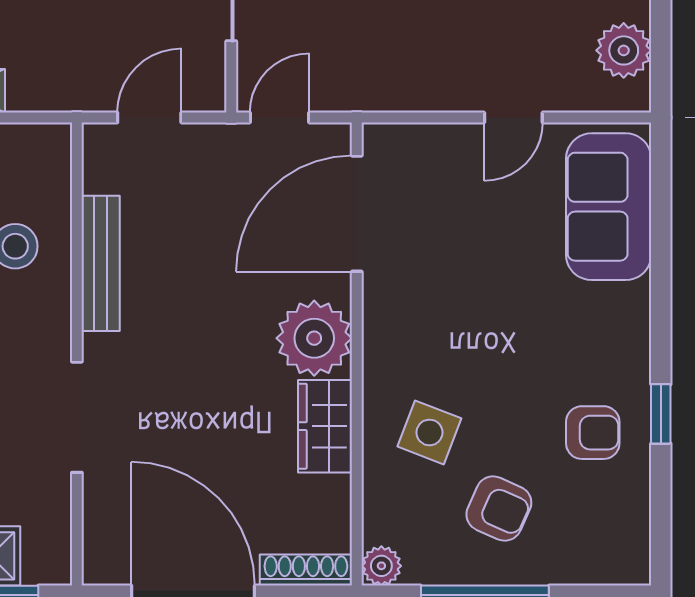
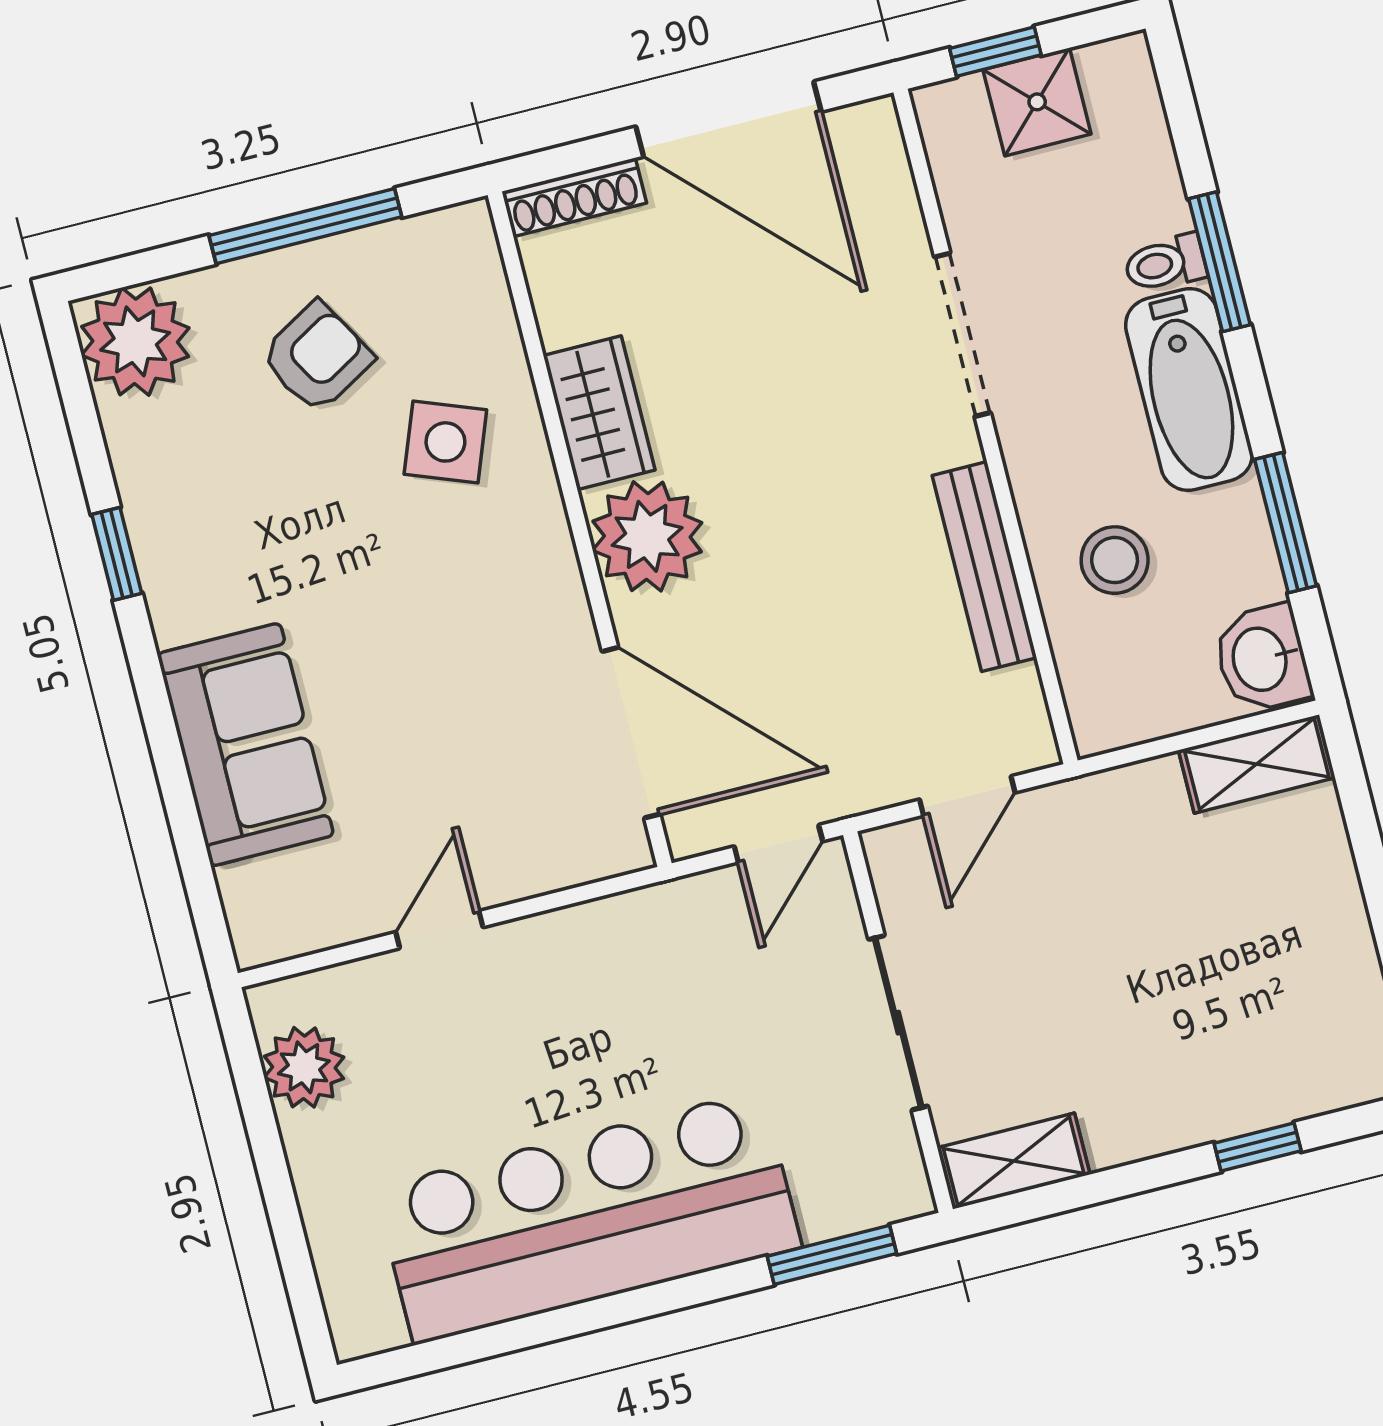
sofa: (609, 207) -> (245, 745), moved
door: (357, 214) -> (631, 733), hinge flipped
armchair: (593, 433) -> (209, 502), removed
armchair: (499, 509) -> (317, 357), turned 126
plant: (381, 566) -> (135, 341), moved, width x1.88, depth x1.88

